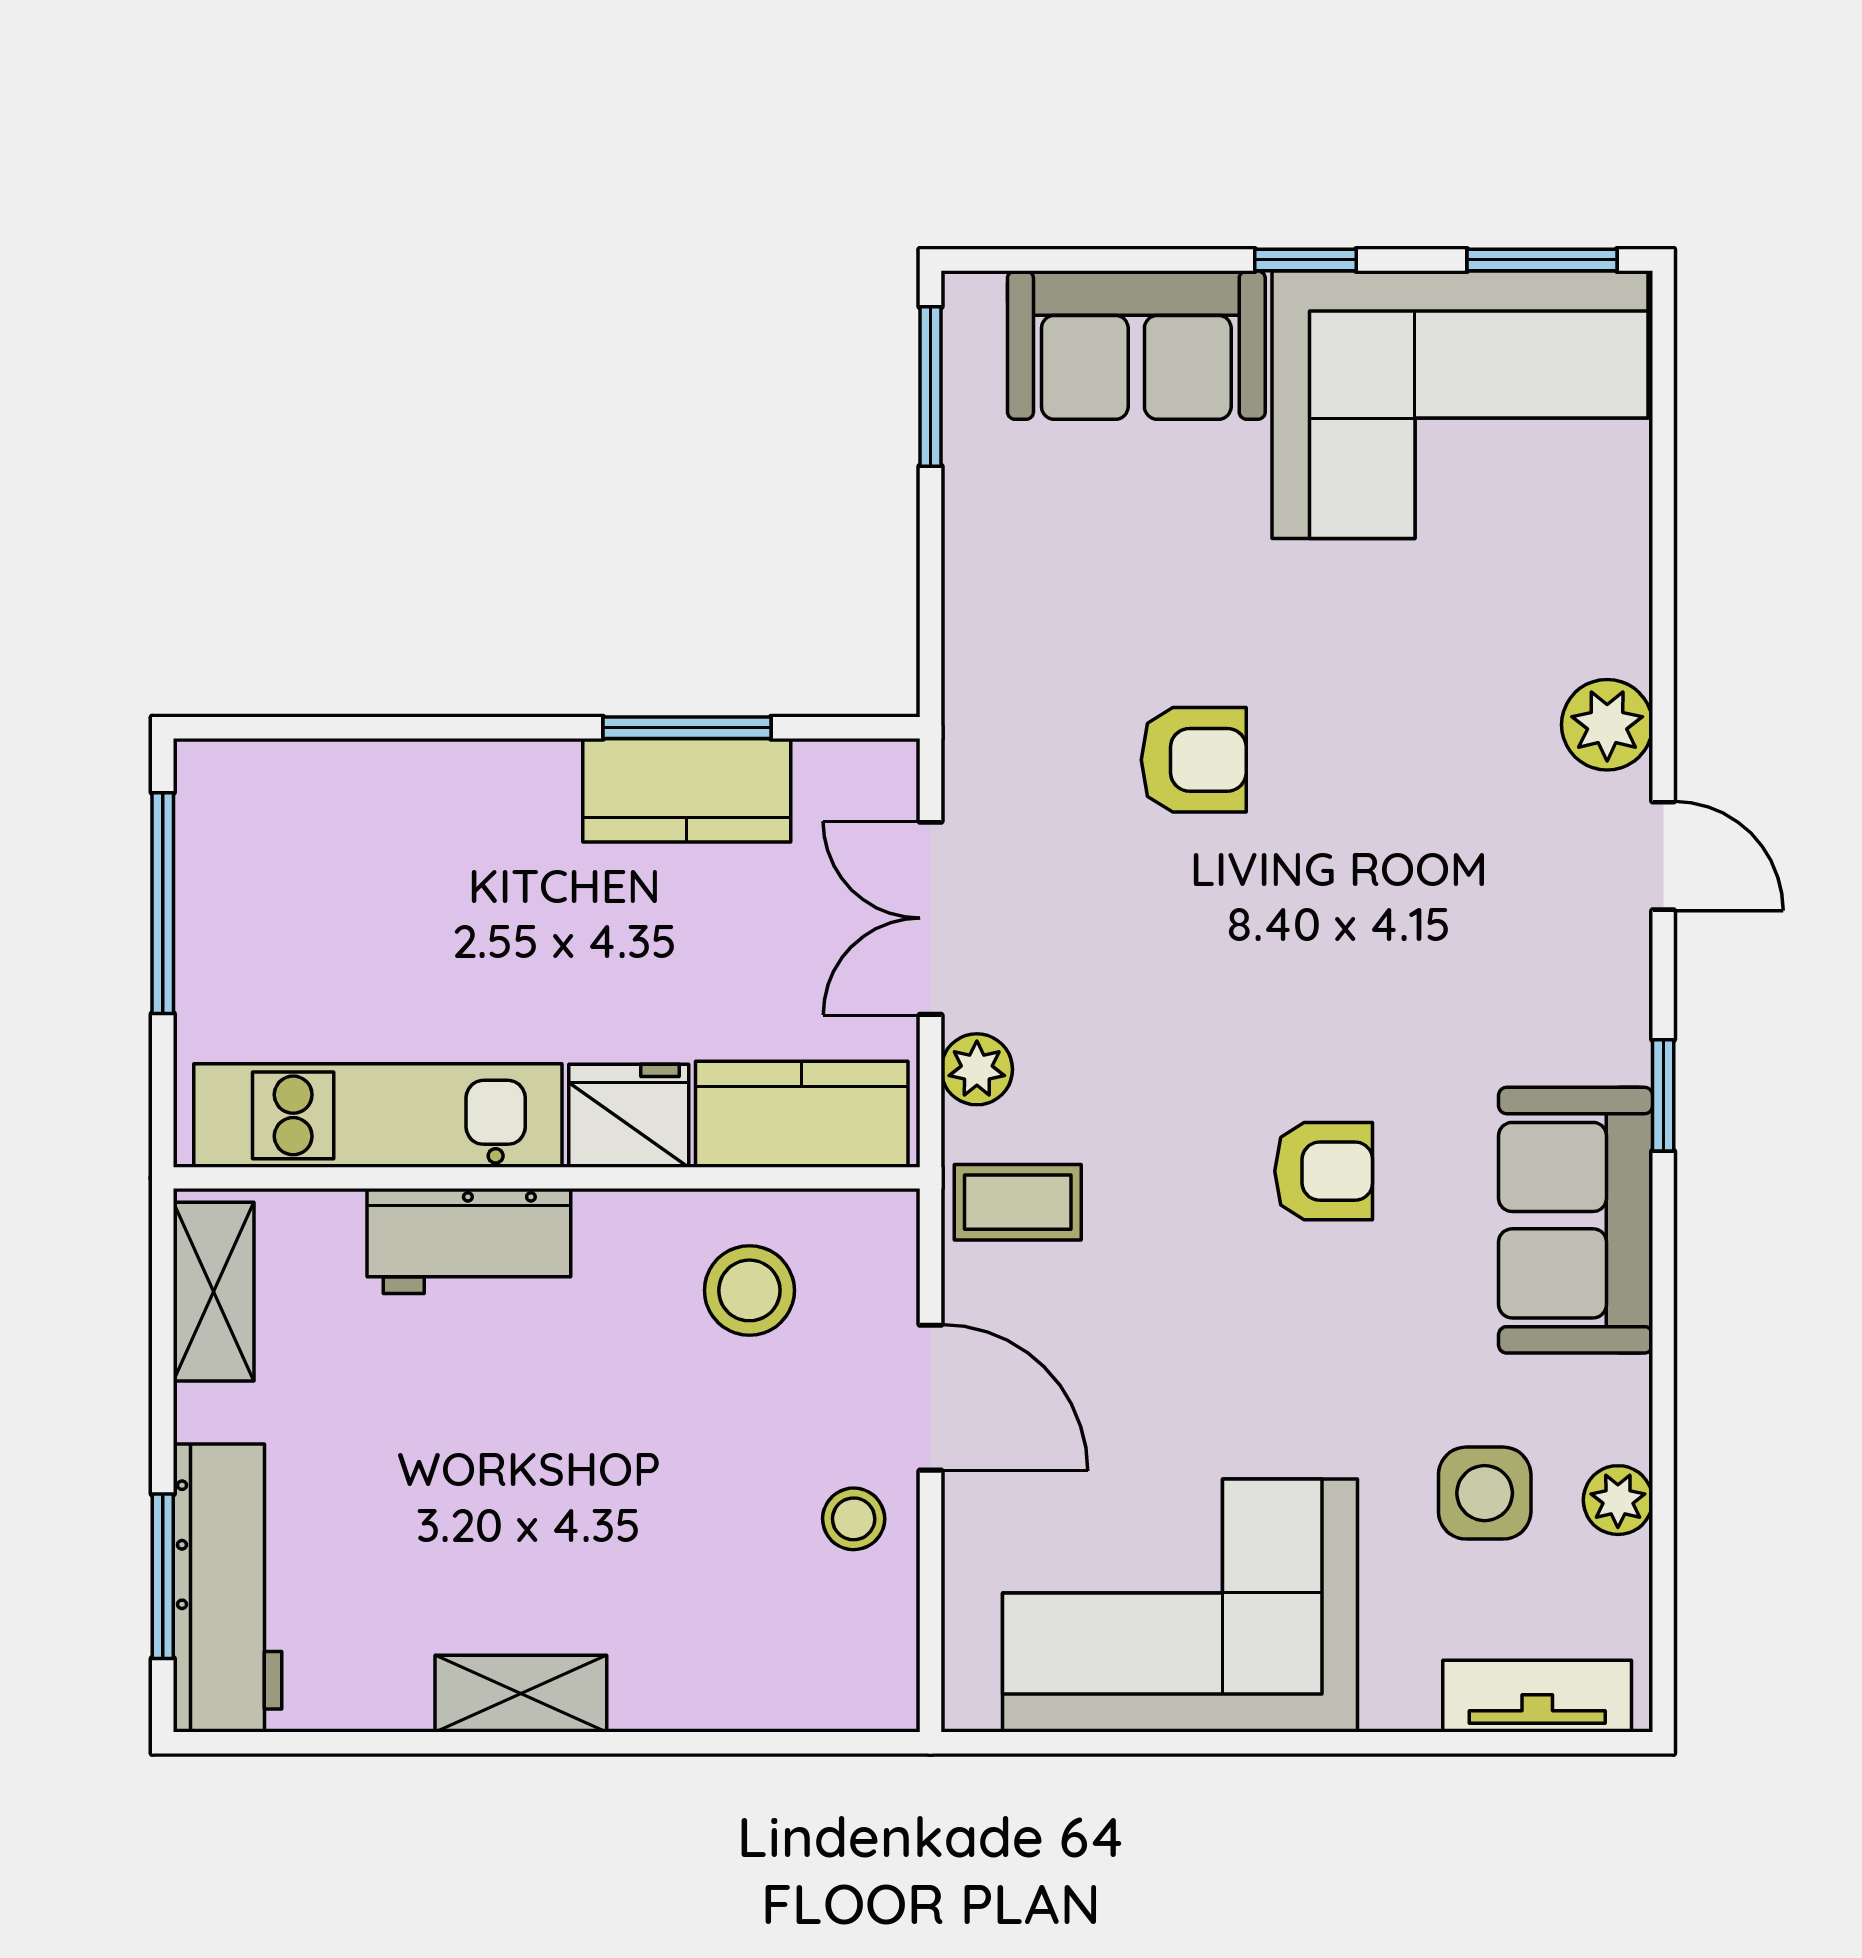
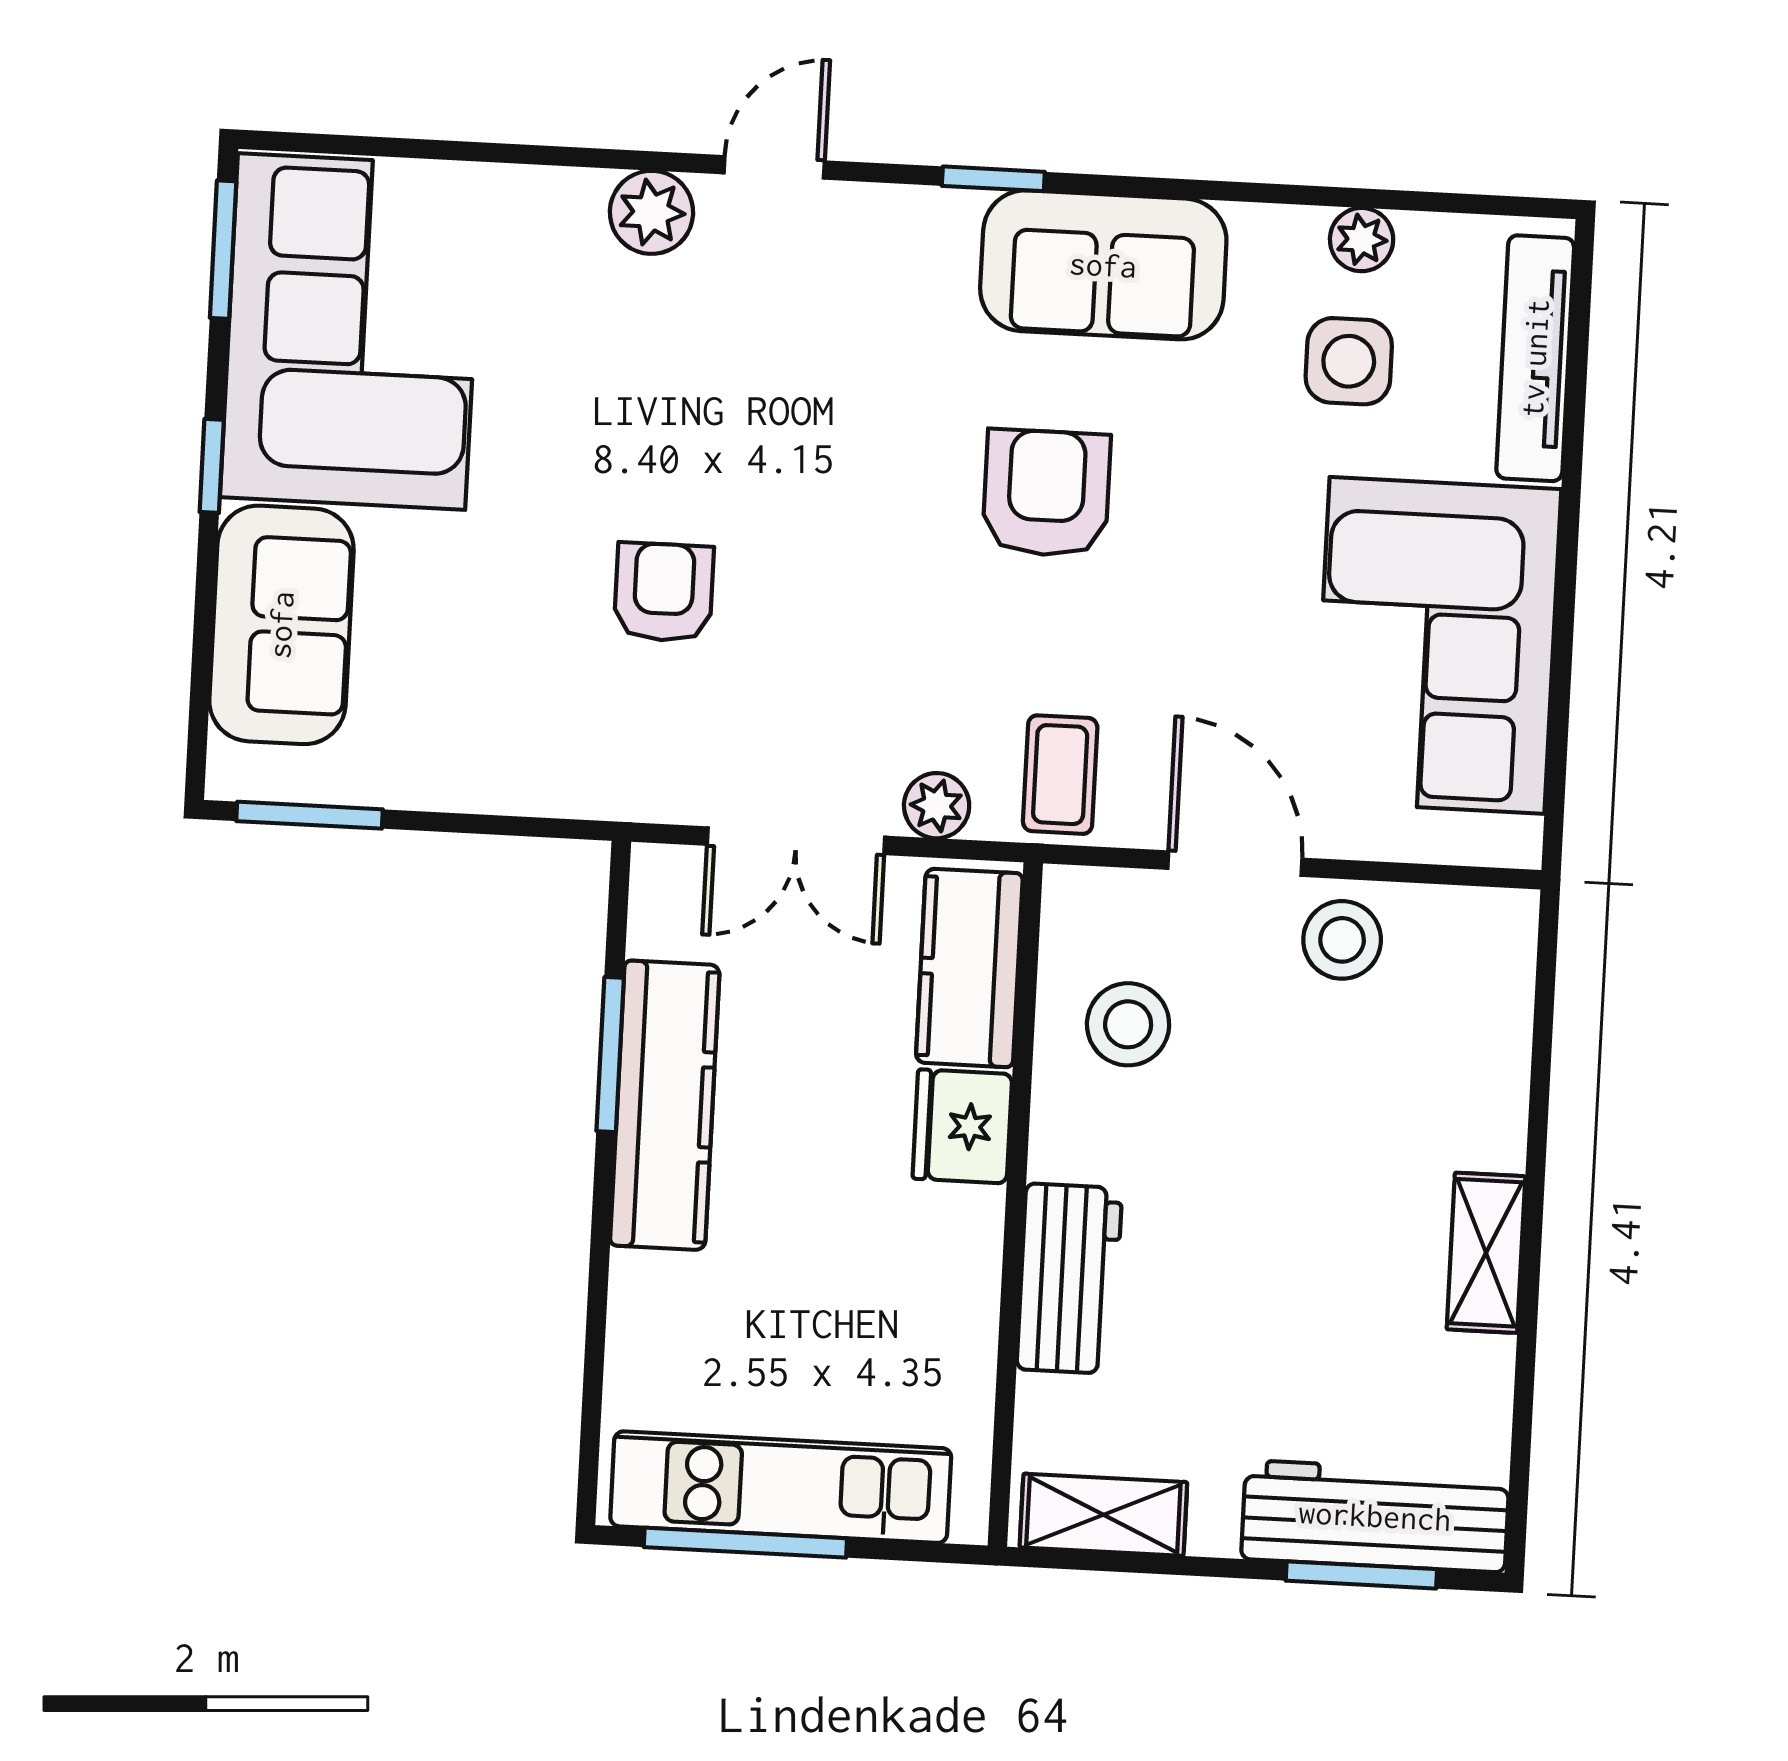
kitchen counter: (687, 790) -> (665, 1105), width x1.50
kitchen unit: (378, 1115) -> (781, 1487), moved, turned 90
armchair: (1324, 1171) -> (1046, 493), width x1.38, depth x1.38
door: (931, 1398) -> (1235, 864), hinge flipped
stool: (854, 1519) -> (1342, 940), width x1.37, depth x1.37
tv unit: (1537, 1696) -> (1535, 358), width x1.41

